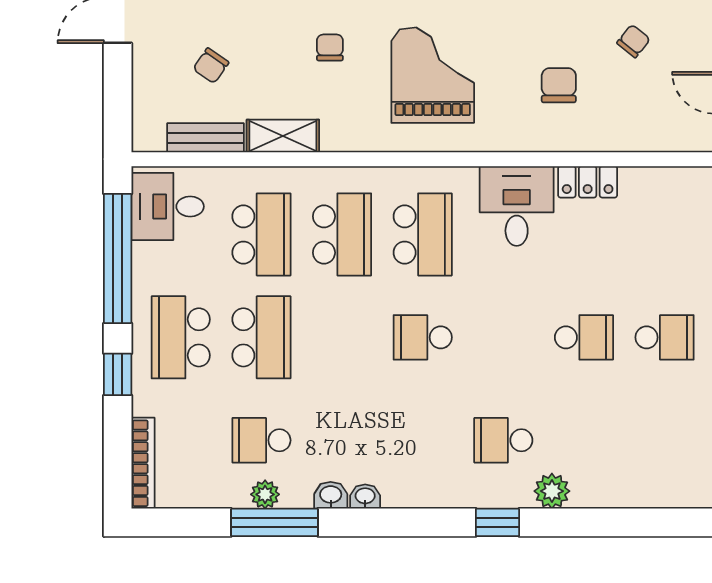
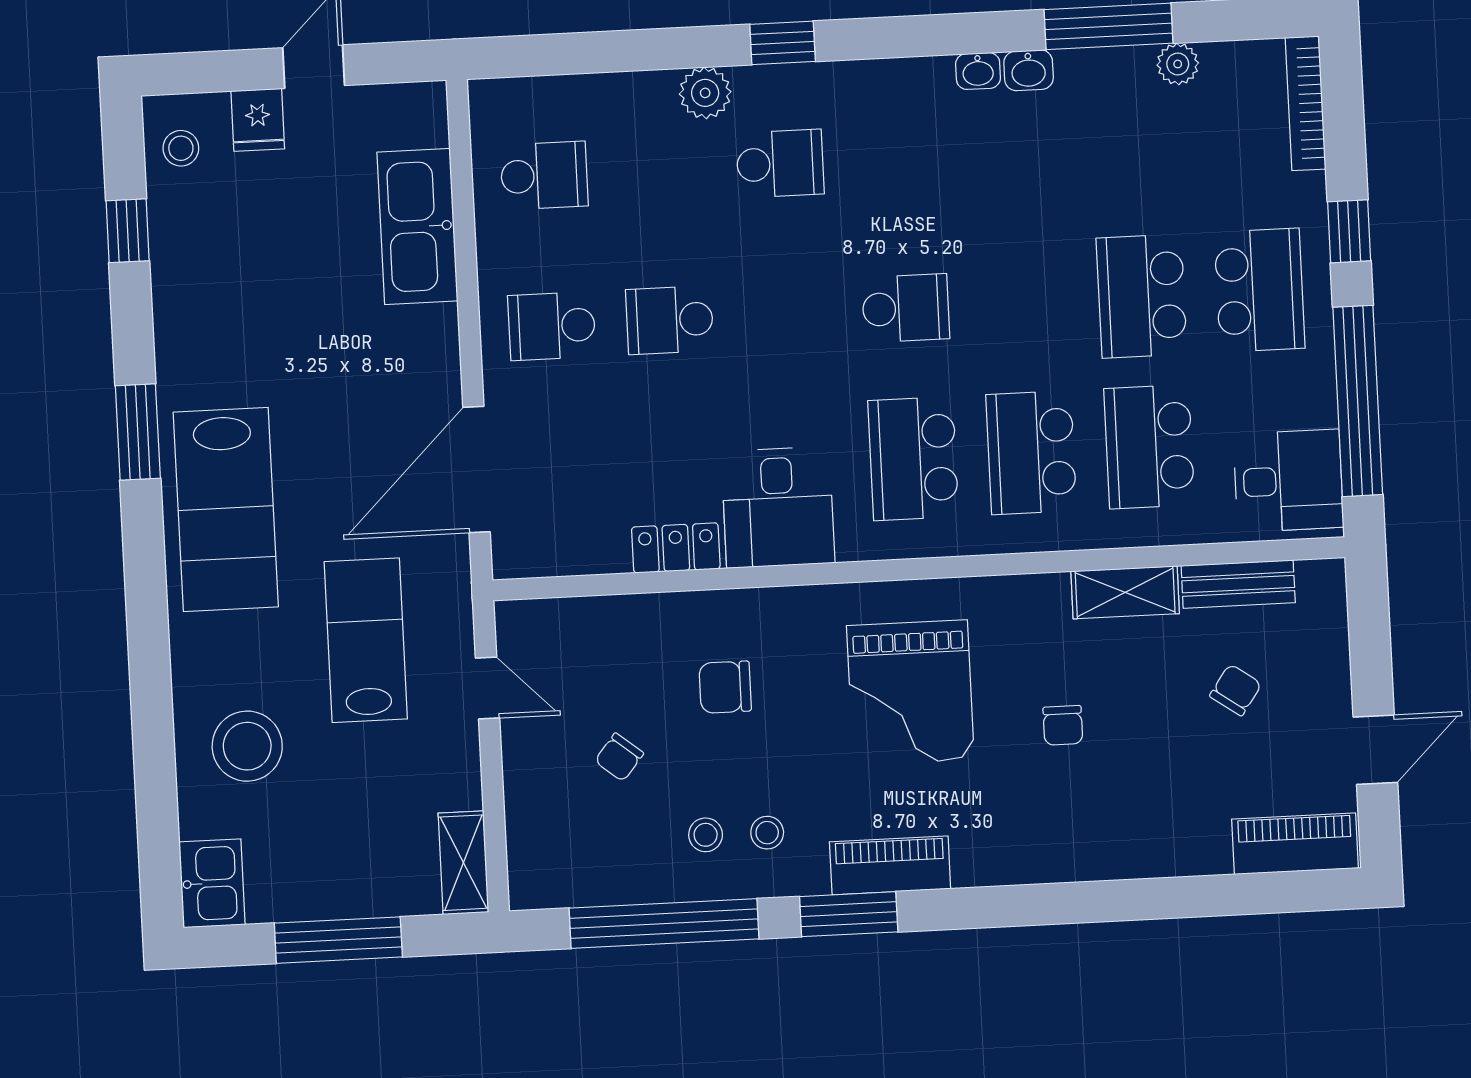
chair: (559, 85) -> (725, 687), turned 90
school desk: (261, 440) -> (544, 176), moved
plant: (265, 494) -> (1178, 64), moved

